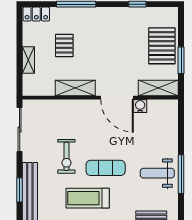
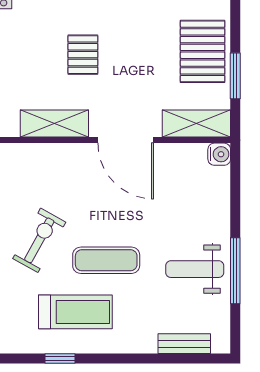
pallet: (64, 46) -> (83, 55), moved
water cooler: (140, 106) -> (219, 154), moved, turned 90
exercise bike: (66, 156) -> (39, 240), turned -151
treadmill: (88, 198) -> (75, 312), turned 180

